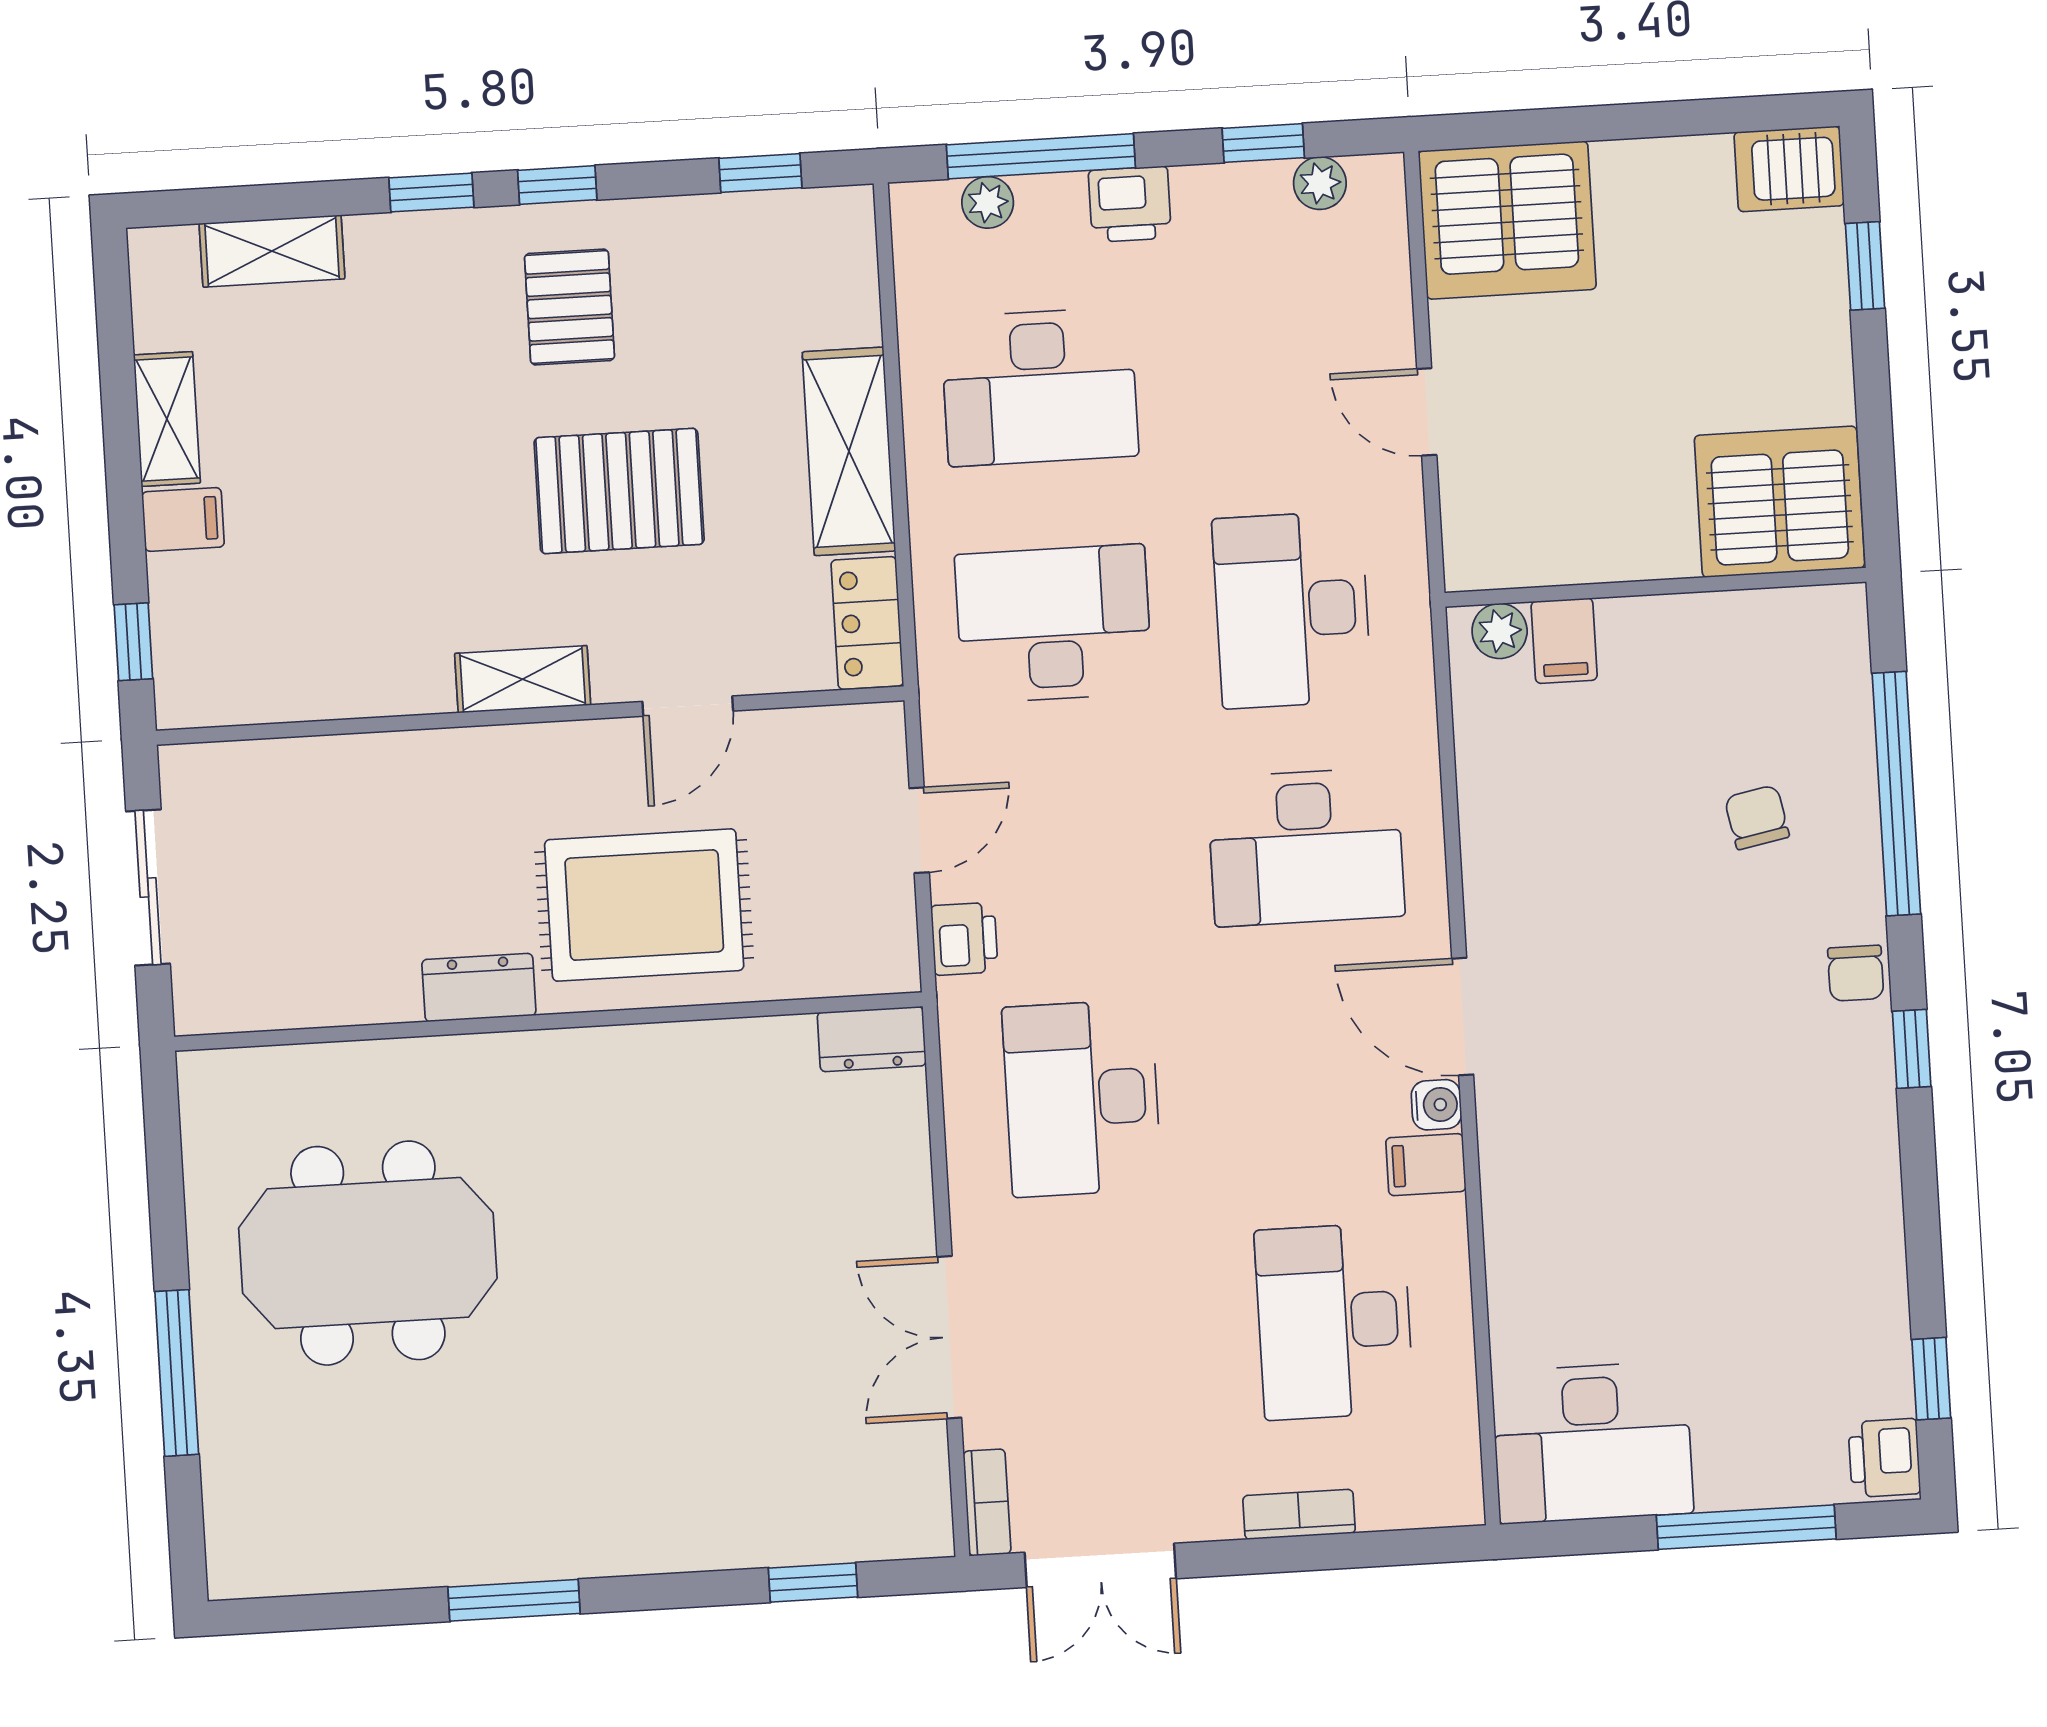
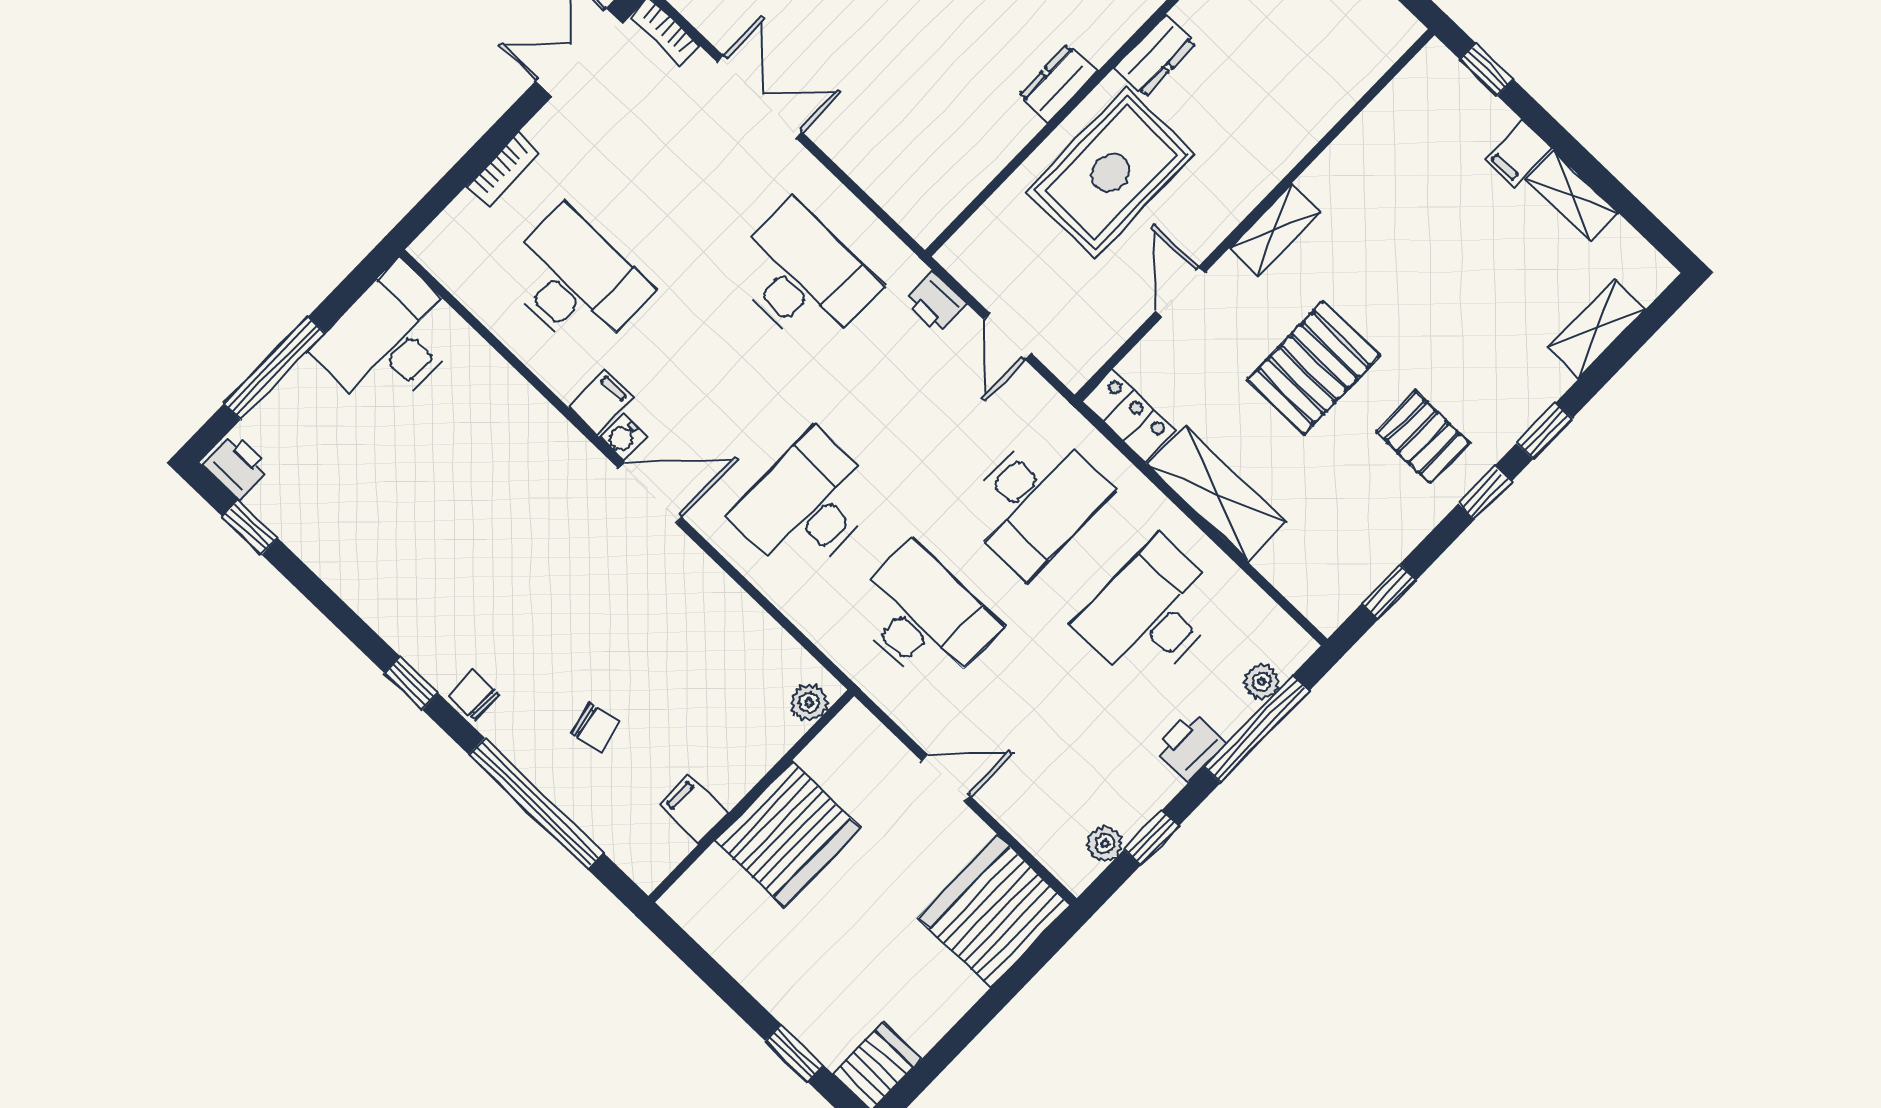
server rack: (1779, 502) -> (788, 834), moved
filing cabinet: (1564, 641) -> (694, 809), moved
dresser: (872, 1039) -> (1058, 84), moved

